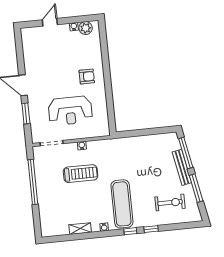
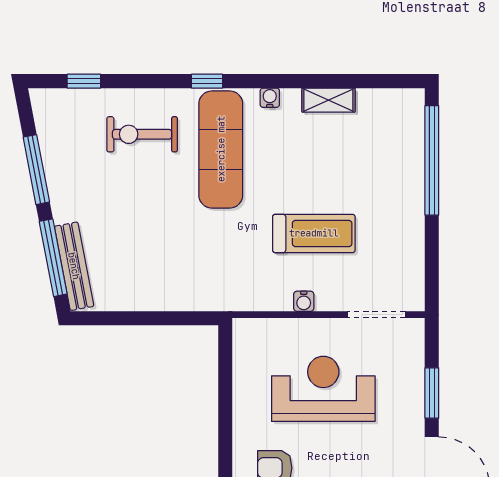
bench: (182, 167) -> (74, 266), moved
treadmill: (81, 174) -> (314, 233), turned 180
window: (33, 182) -> (432, 160), moved
exercise bike: (170, 203) -> (142, 134), moved
window: (151, 229) -> (84, 81), moved

